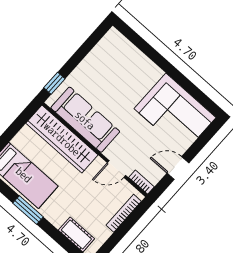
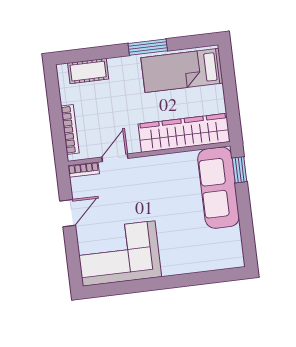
sofa: (85, 120) -> (218, 188), moved, turned 90

